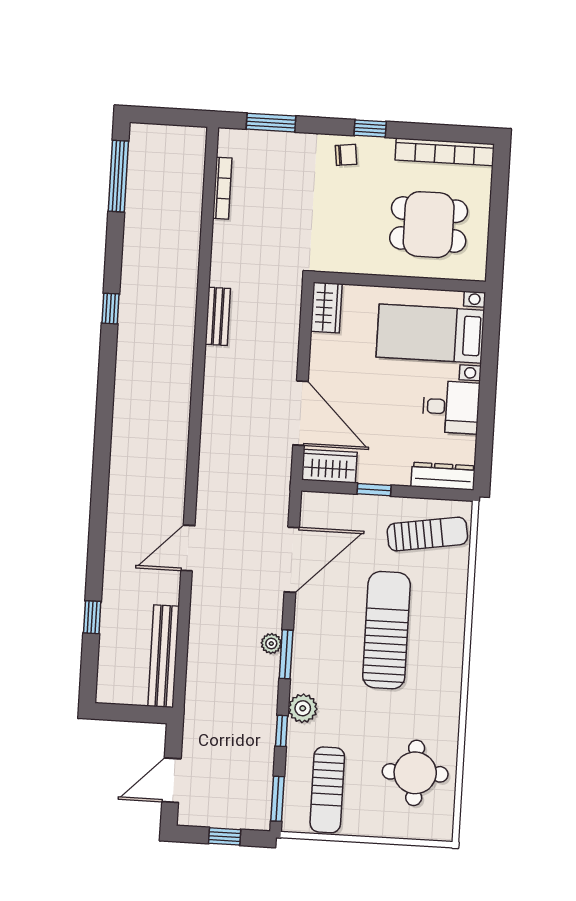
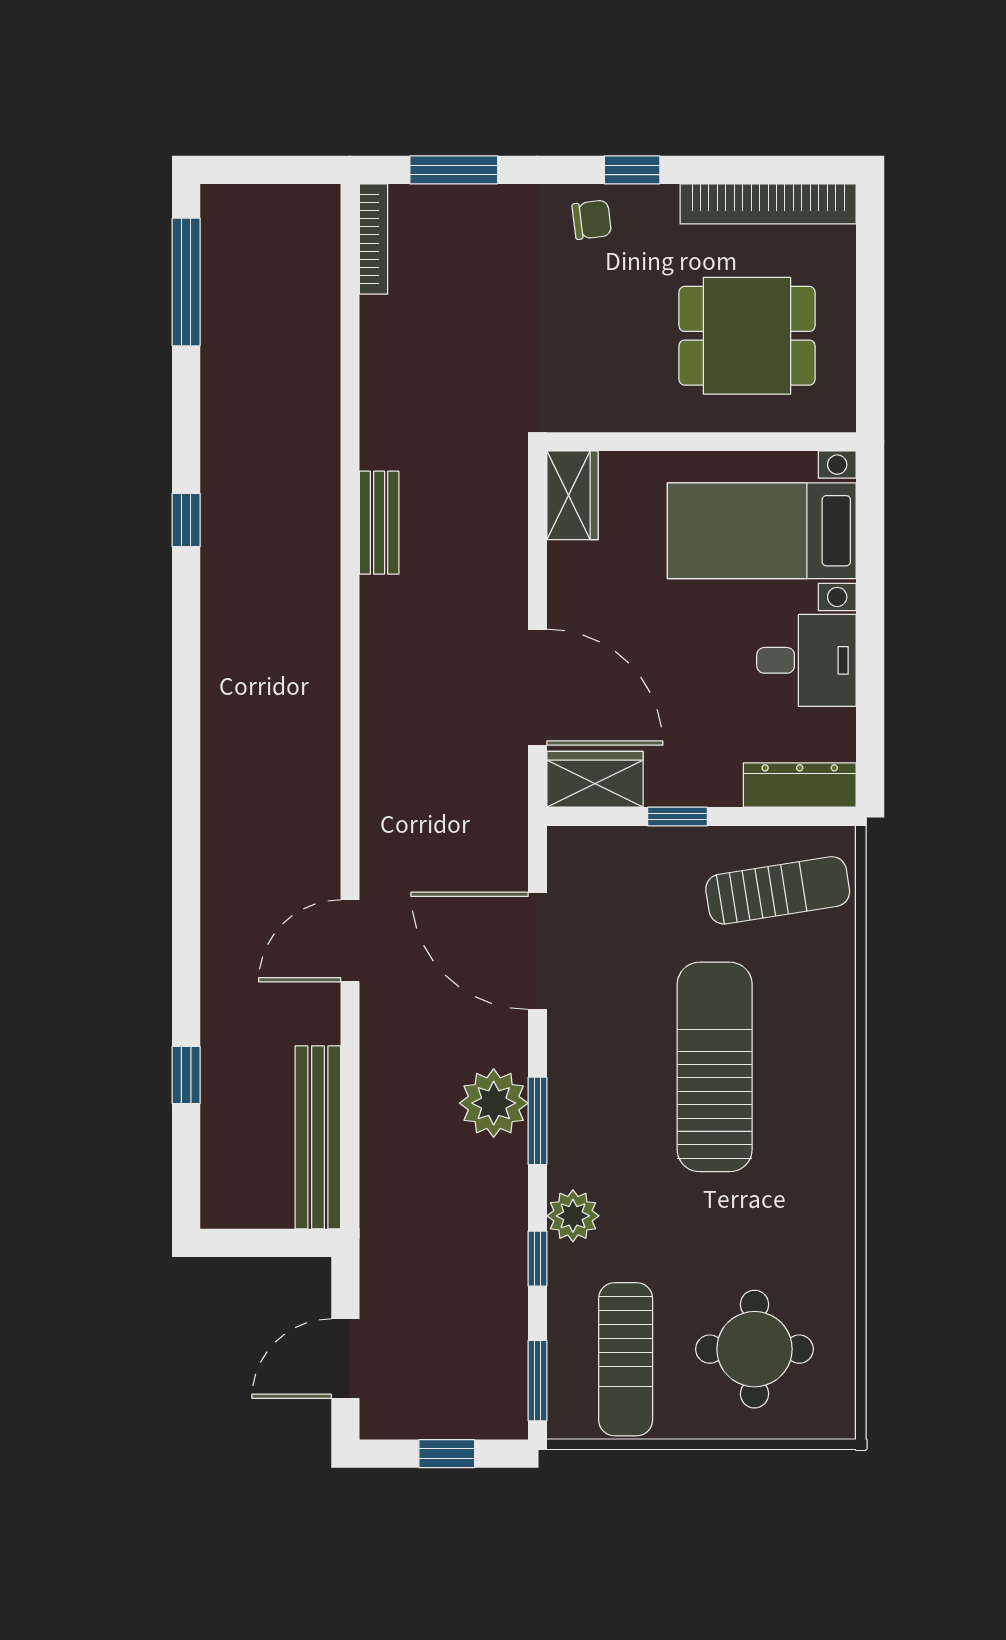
bookcase: (222, 188) -> (374, 239), moved
door: (292, 560) -> (537, 951), swing flipped
plant: (271, 644) -> (494, 1103), width x1.87, depth x1.87
round table: (415, 773) -> (754, 1349), moved

